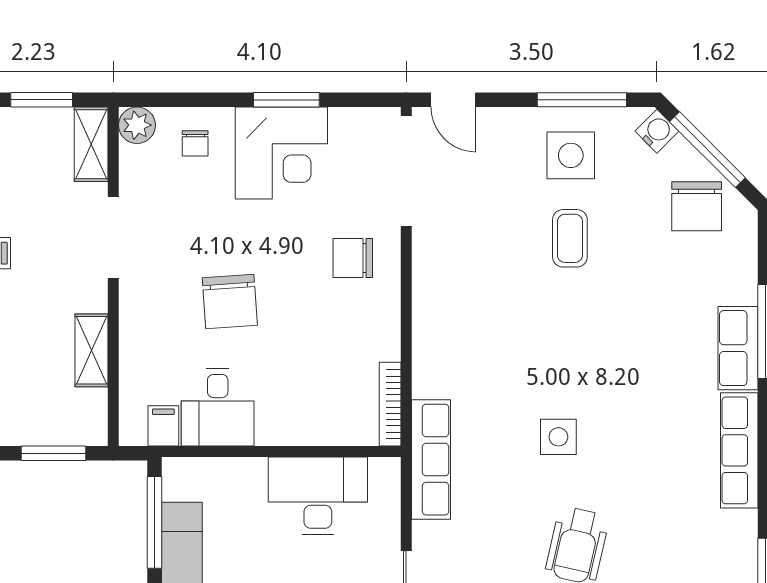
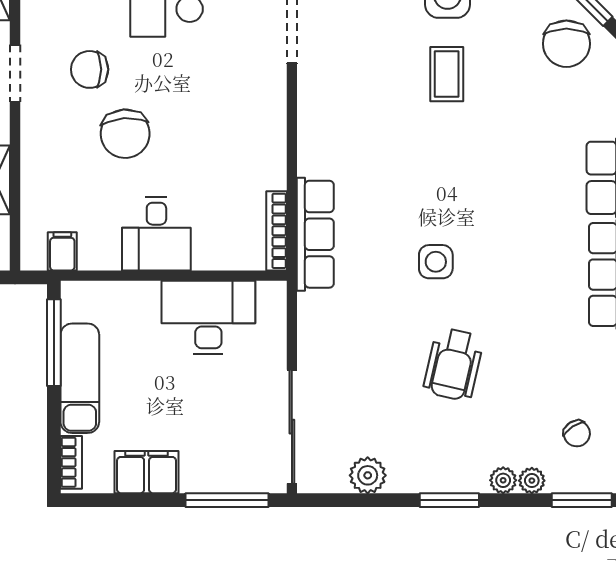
doorway: (113, 237) -> (15, 73), width x0.73
chair: (353, 258) -> (90, 69), moved
desk: (218, 407) -> (156, 234), moved
row of seats: (431, 460) -> (315, 234), moved

